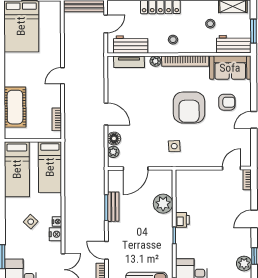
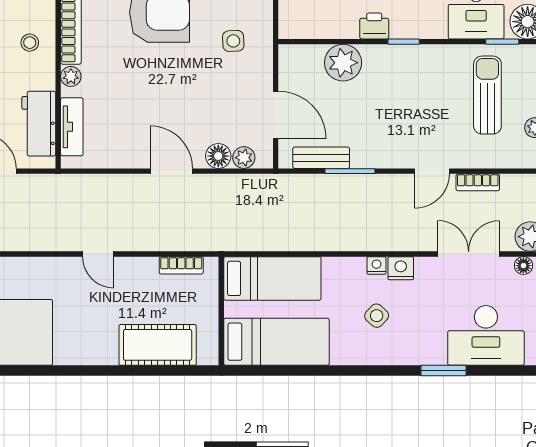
door: (106, 114) -> (171, 171), hinge flipped
bench: (113, 207) -> (321, 158), moved

